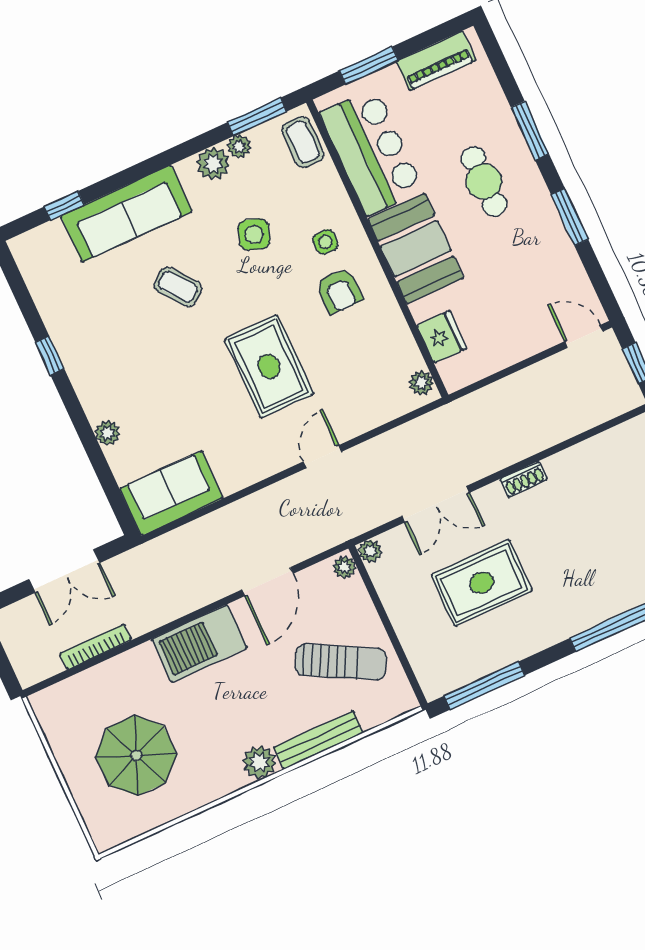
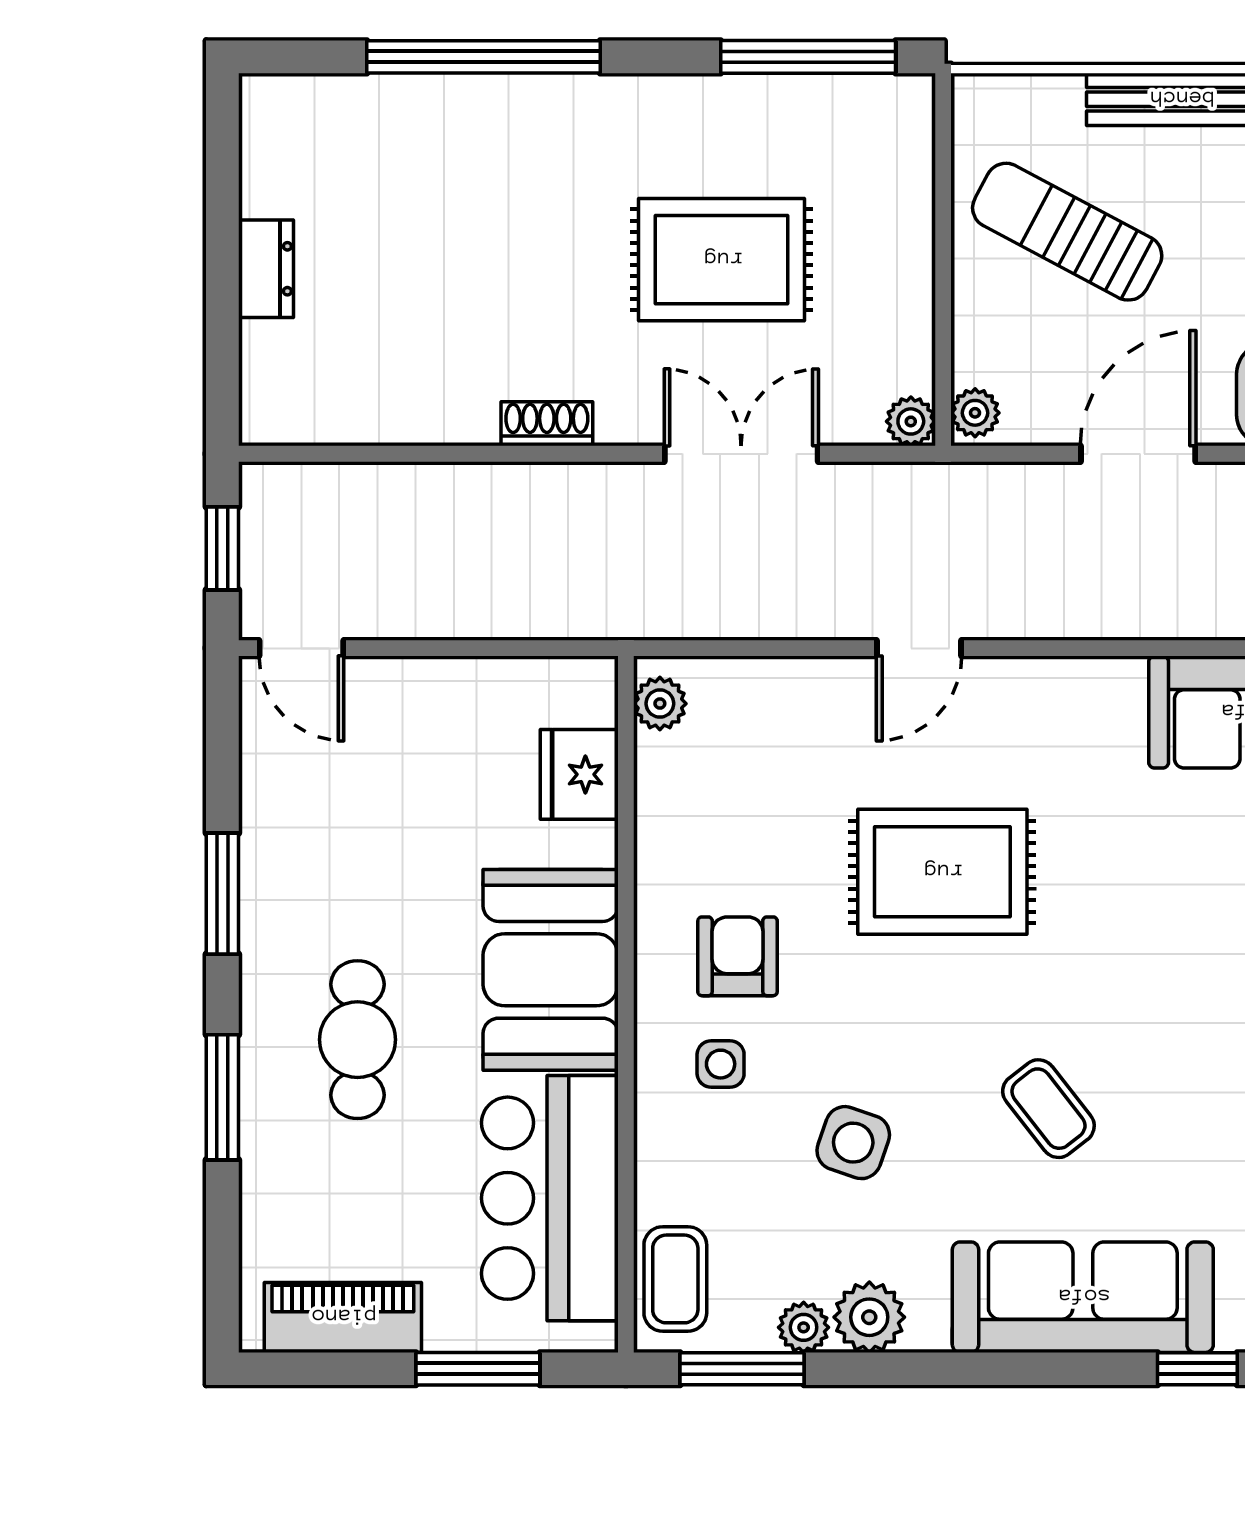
rug: (269, 366) -> (942, 872), turned 90

